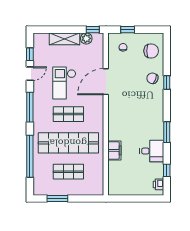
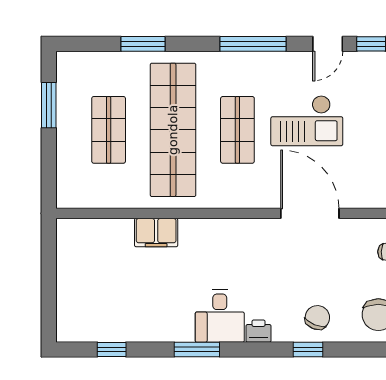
door: (30, 74) -> (328, 44), hinge flipped
checkout: (64, 83) -> (307, 121), turned 180
desk: (152, 151) -> (220, 316), moved
window: (30, 156) -> (143, 44), width x0.47
printer: (158, 184) -> (259, 331), moved

